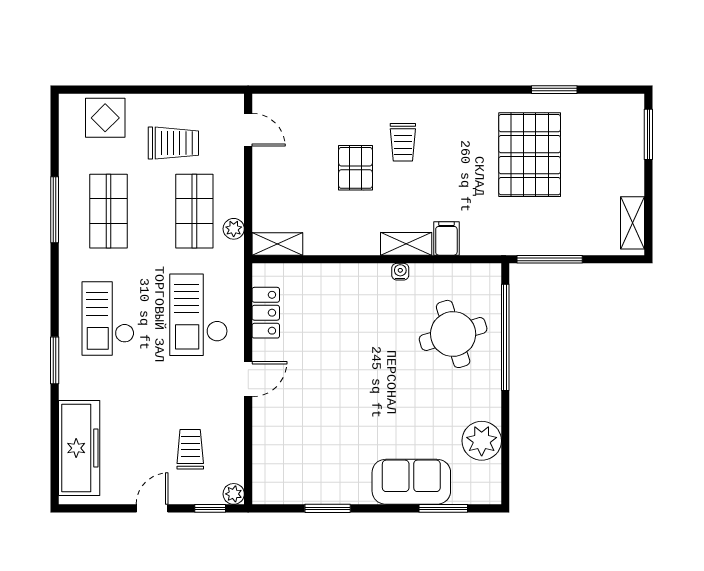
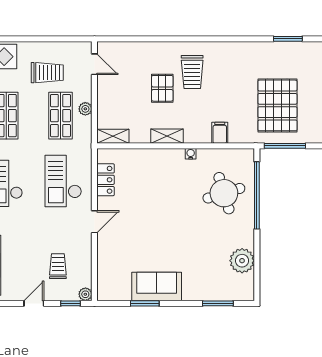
trolley: (403, 142) -> (192, 72), width x1.36, depth x1.39
pallet: (530, 155) -> (277, 105), moved
plant: (234, 229) -> (85, 109), moved
shelving: (406, 244) -> (167, 136), moved
sofa: (411, 482) -> (157, 287), moved

